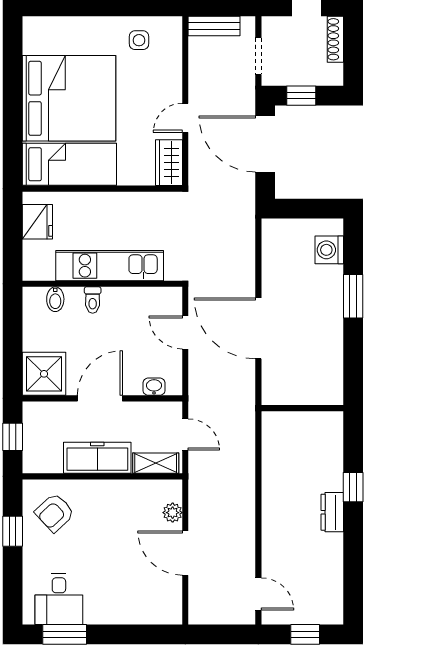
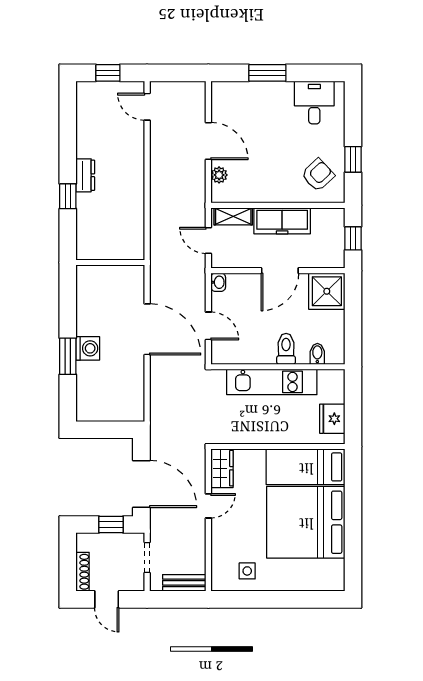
washing machine: (329, 250) -> (88, 348), moved
toilet: (93, 300) -> (286, 349), width x1.37, depth x1.39
washbasin: (154, 387) -> (218, 282), moved, turned -90
window: (65, 634) -> (267, 73), moved

